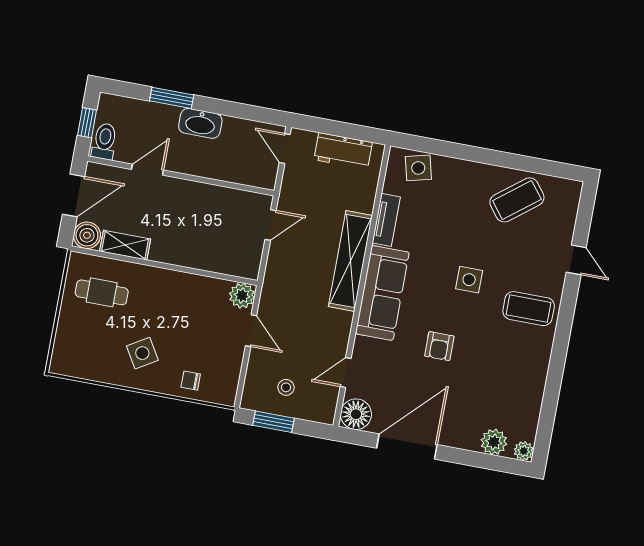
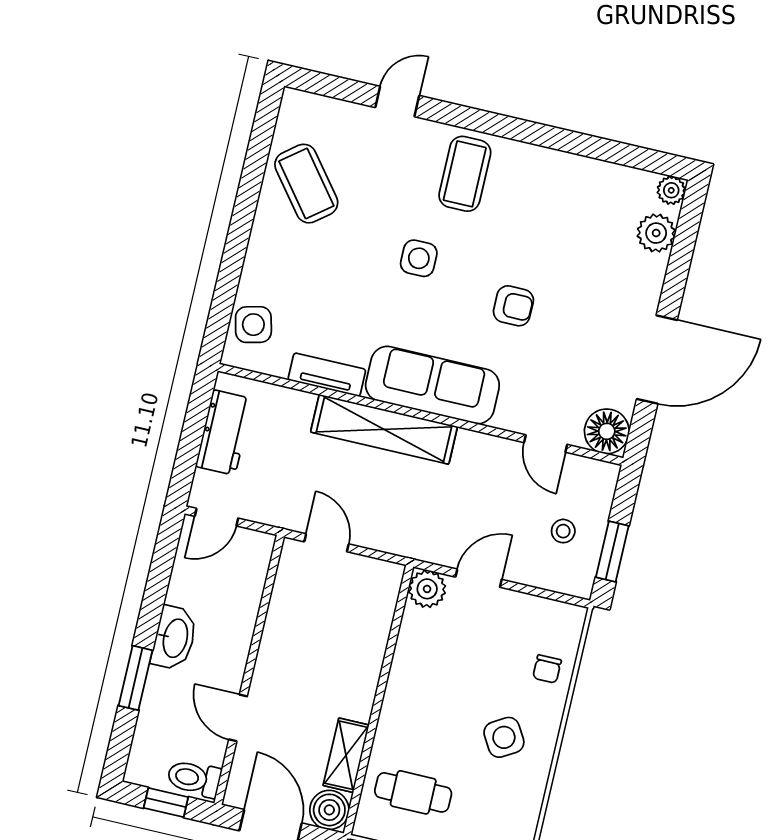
cafe table: (102, 292) -> (413, 792), turned 90
door: (407, 446) -> (657, 359), swing flipped

